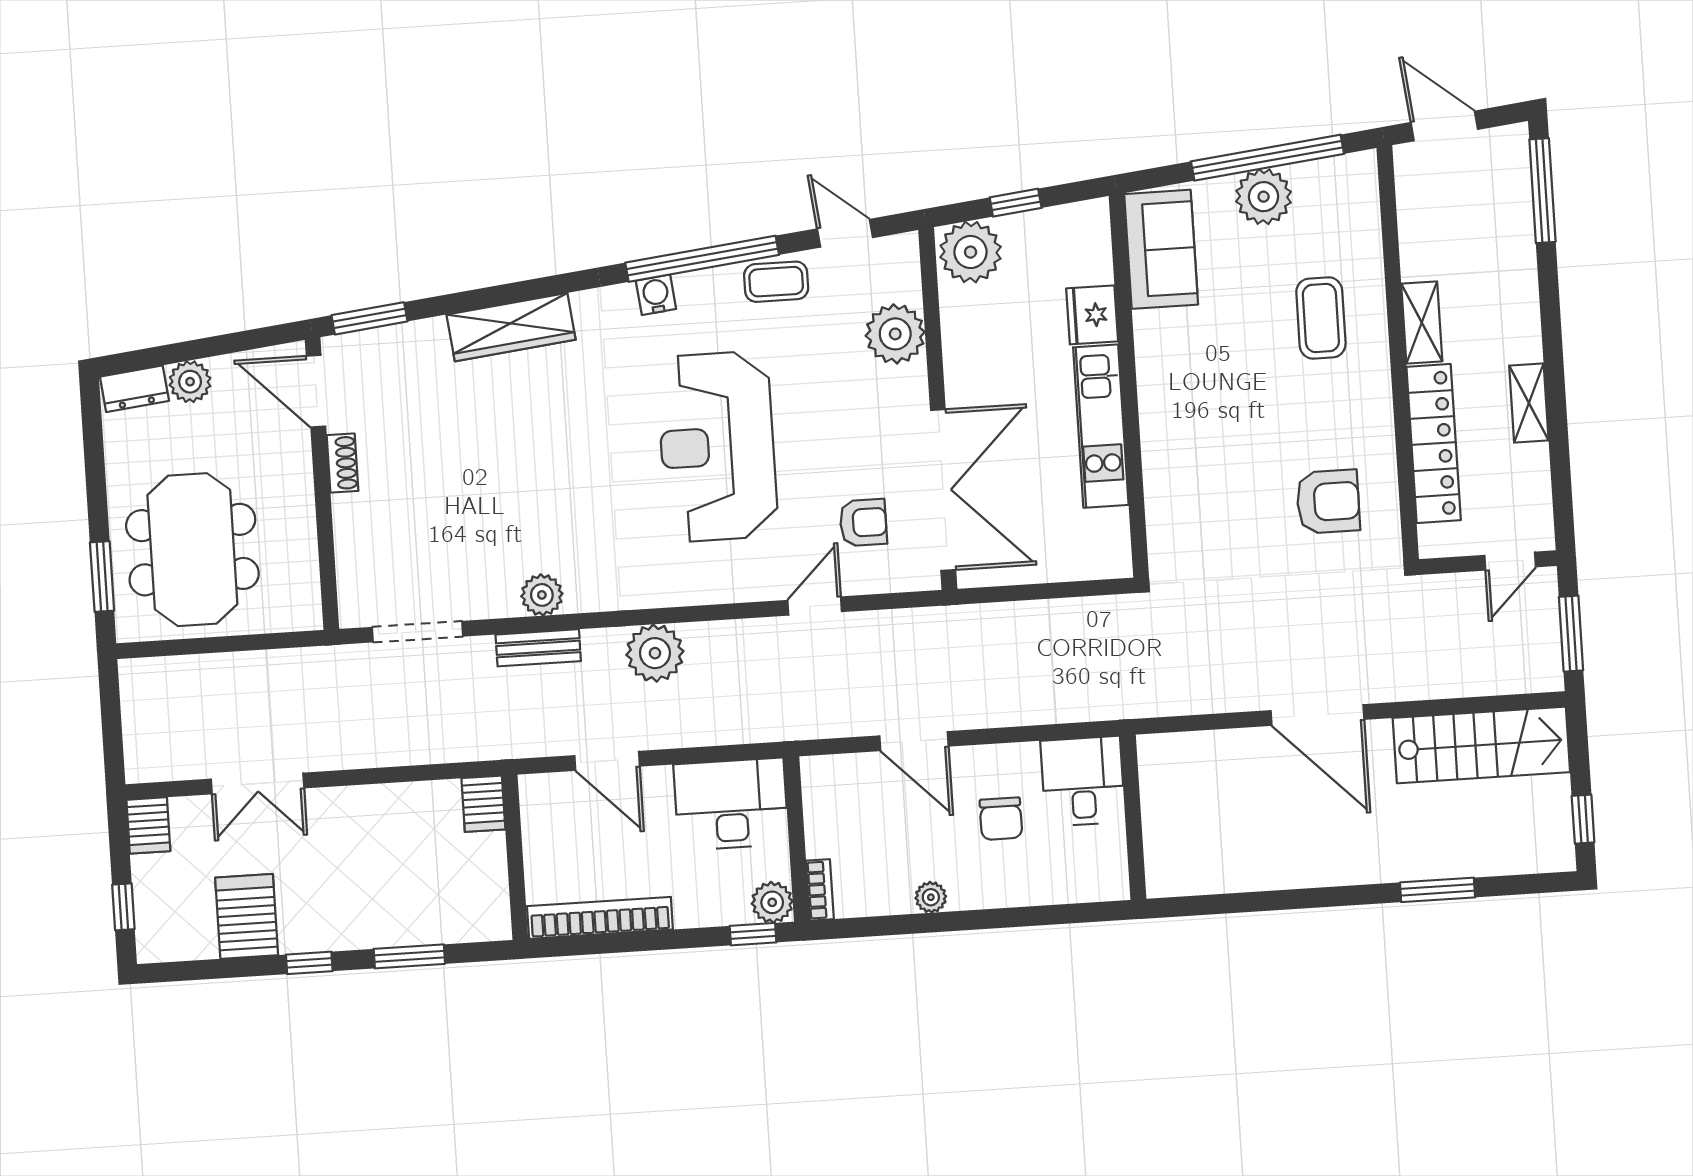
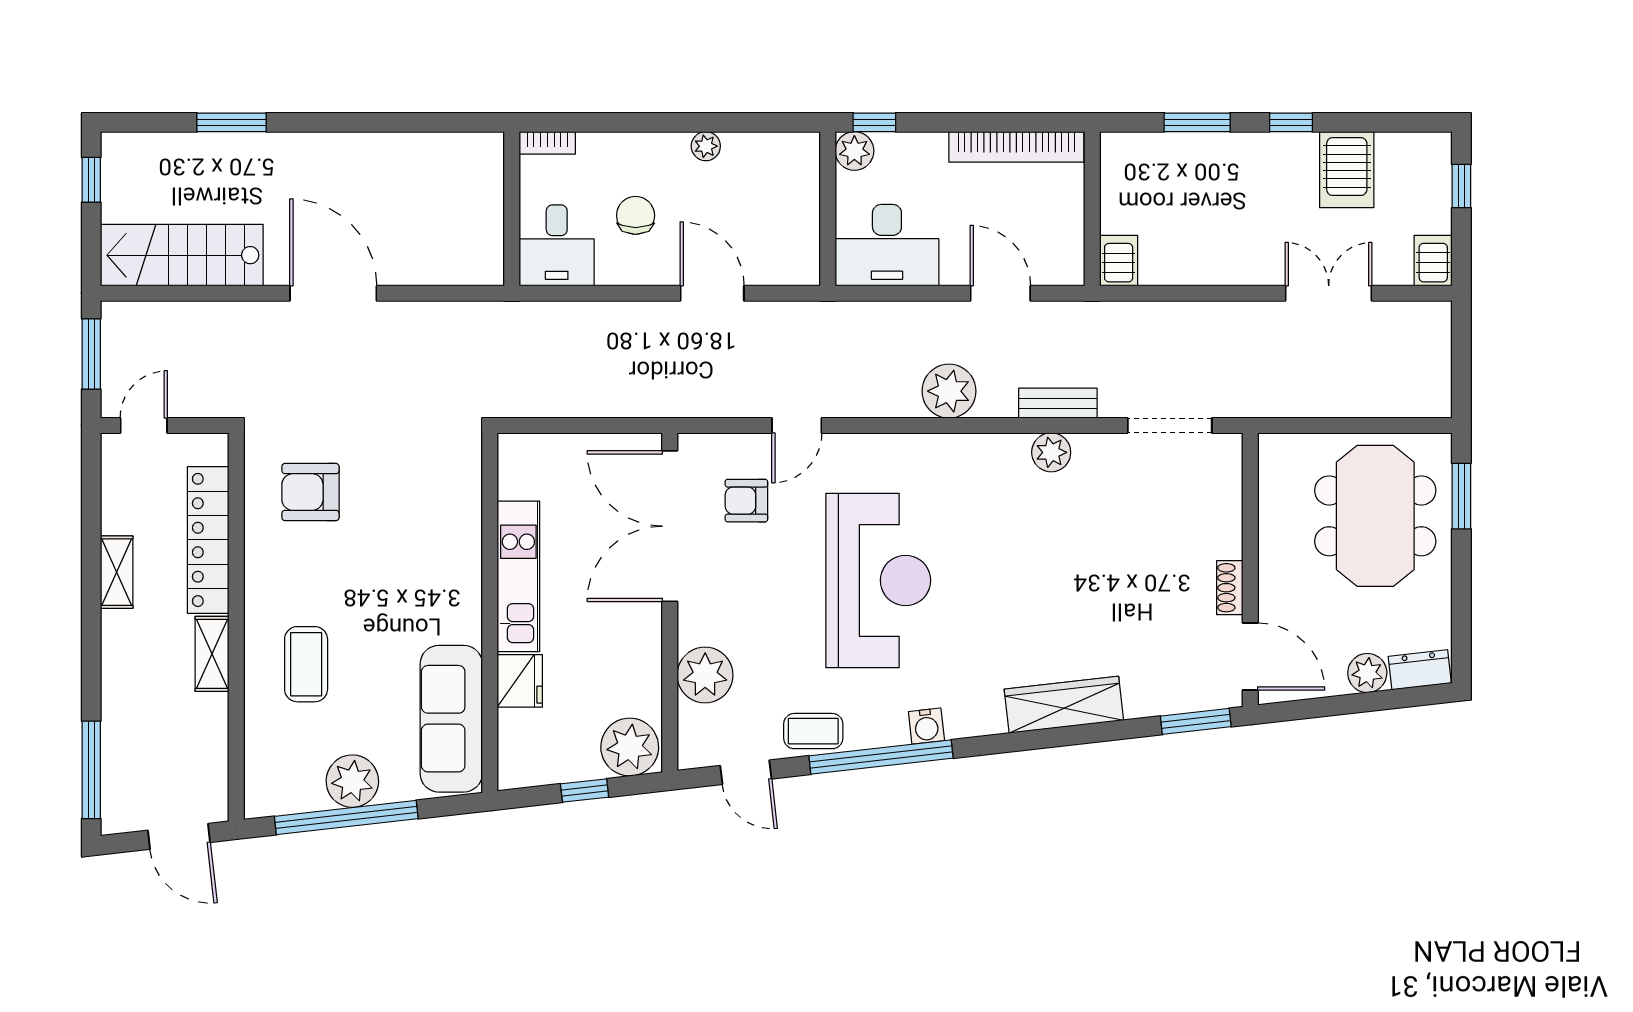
sofa: (1161, 249) -> (451, 719), width x1.36
bookcase: (820, 890) -> (547, 143), moved, turned -90

